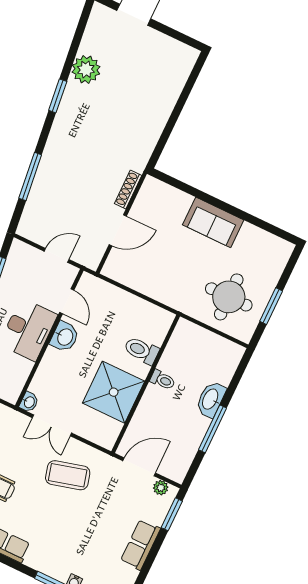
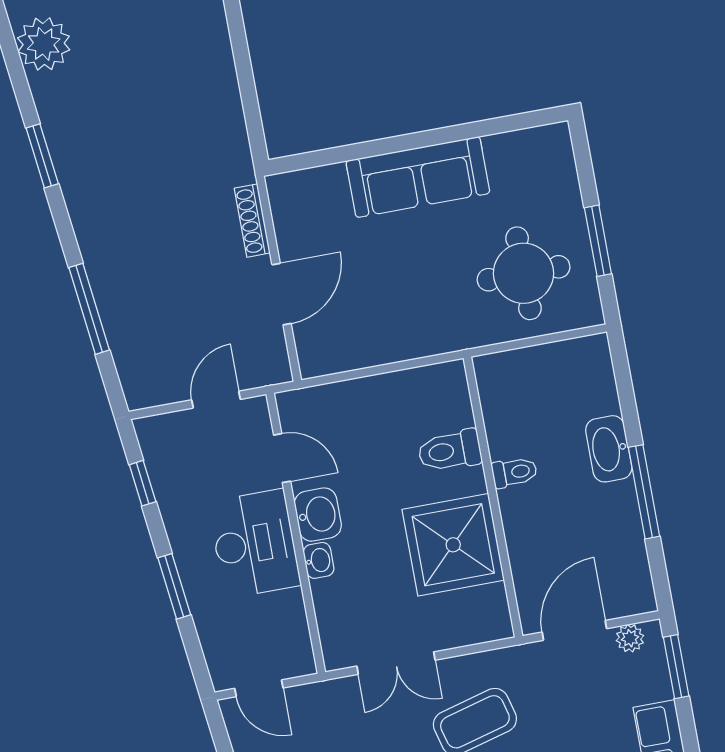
plant: (86, 69) -> (44, 44), moved
sofa: (213, 222) -> (418, 177), width x1.36
washbasin: (29, 402) -> (319, 560), moved

